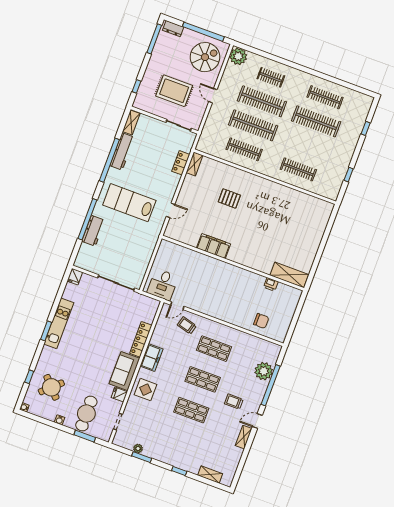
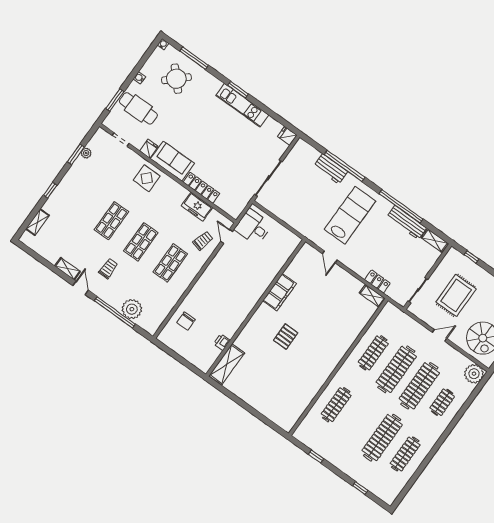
pallet: (229, 198) -> (286, 337), moved
freezer: (151, 358) -> (197, 207), moved
window: (29, 377) -> (194, 58), width x2.17

